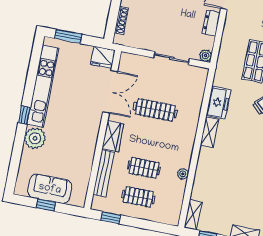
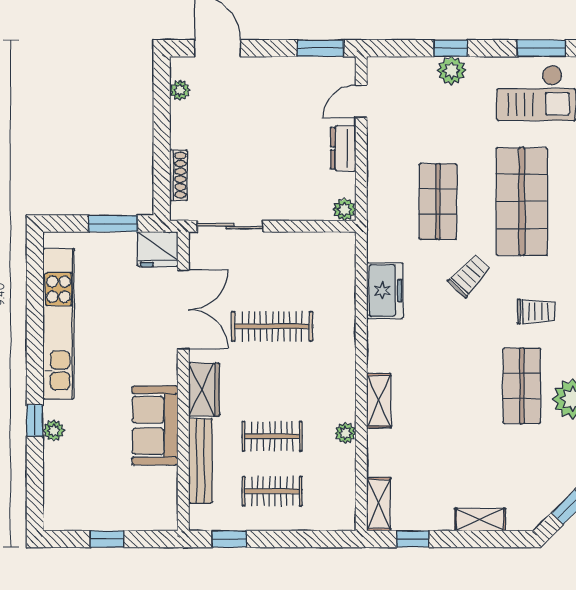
window: (68, 36) -> (113, 224), moved
sliding door: (172, 58) -> (230, 226), moved
window: (24, 115) -> (35, 421), moved
shelving: (209, 132) -> (379, 401), moved
plant: (35, 138) -> (54, 431), width x0.53, depth x0.53
sofa: (50, 189) -> (155, 425), moved, turned -90

